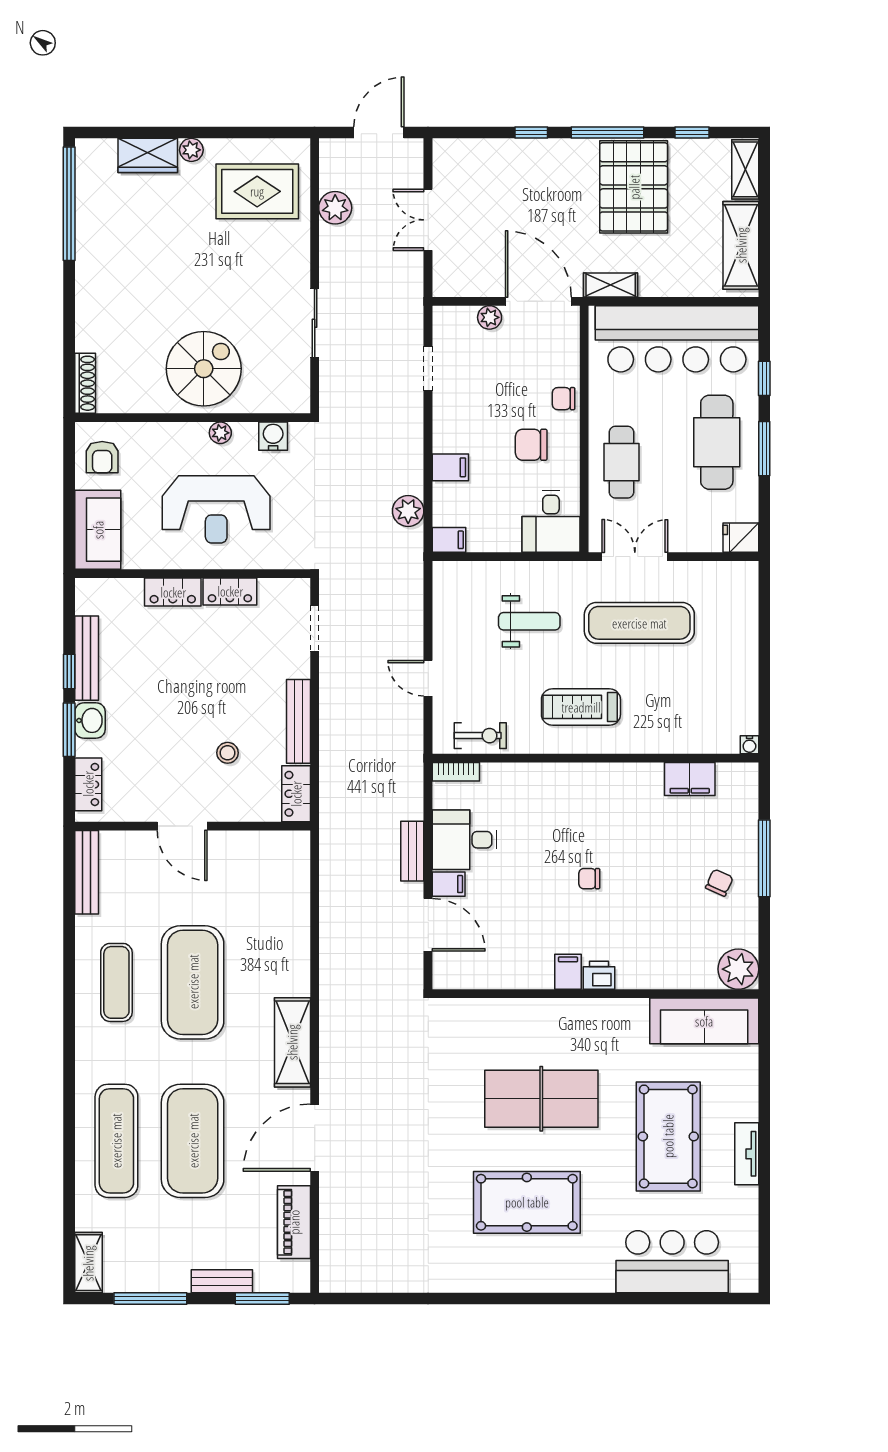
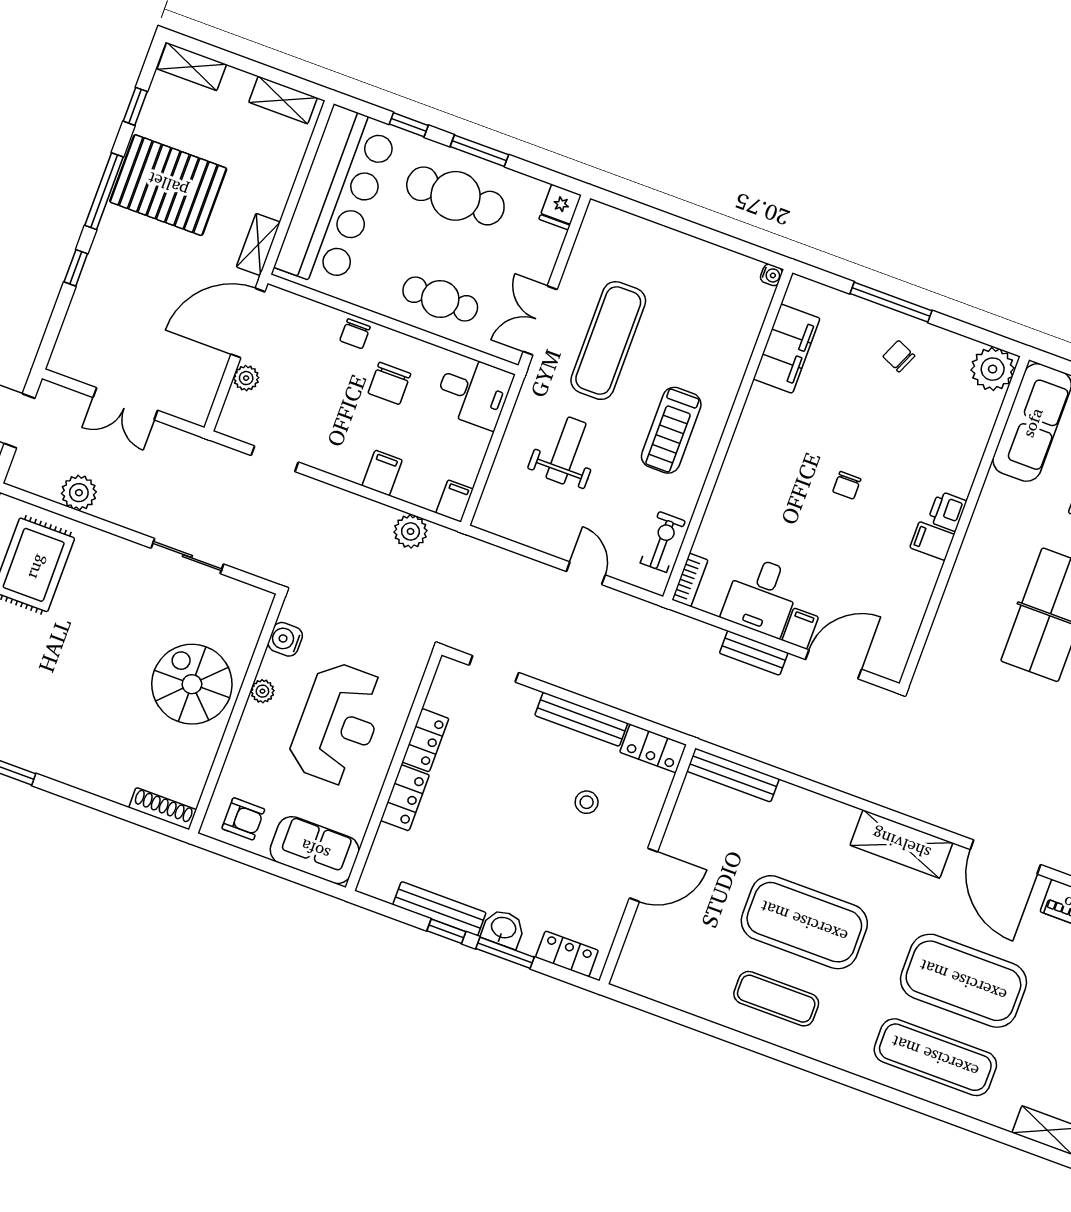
shelving: (741, 245) -> (283, 100), width x0.67, depth x0.75
door: (428, 678) -> (586, 573), swing flipped
filing cabinet: (690, 779) -> (787, 349), width x1.50, depth x1.17
bench: (87, 872) -> (733, 775), moved

